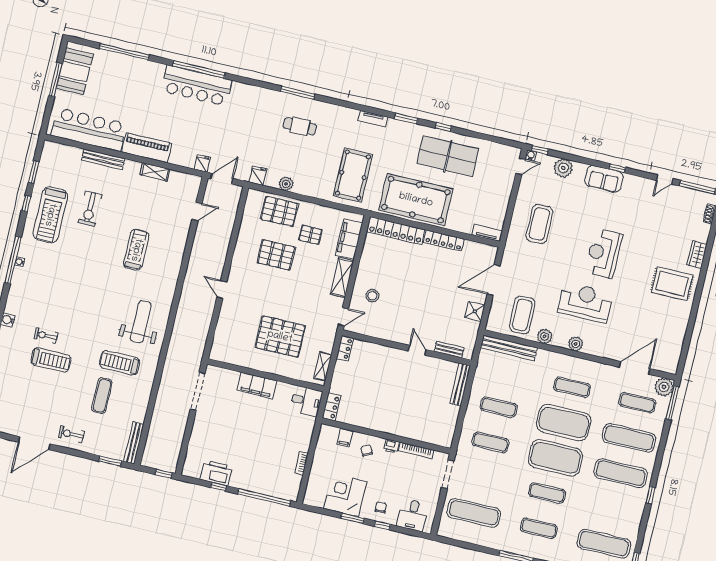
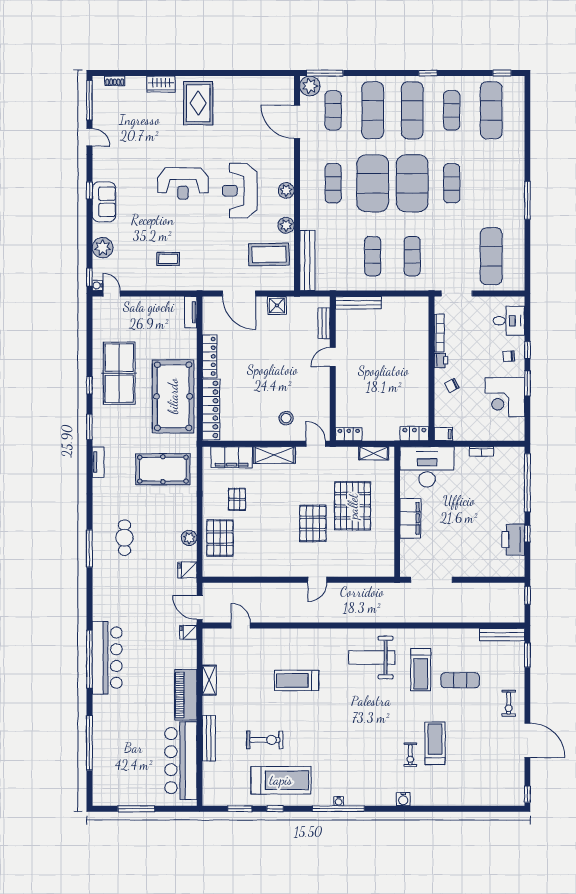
booth: (75, 71) -> (123, 790), removed
coffee table: (539, 224) -> (168, 259), width x0.54, depth x0.58
pallet: (276, 255) -> (313, 523), moved
desk: (306, 401) -> (427, 467), width x1.87, depth x1.30
filing cabinet: (345, 437) -> (443, 434), moved
exercise mat: (539, 528) -> (452, 110), moved

